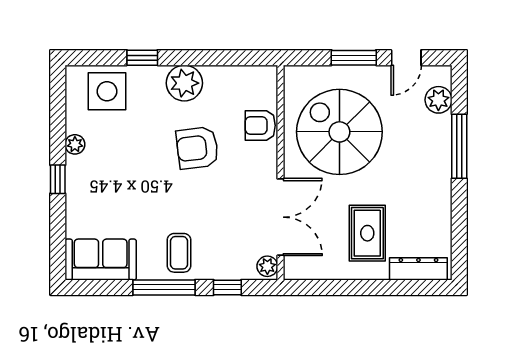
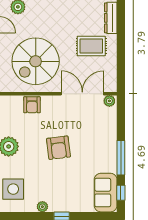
armchair: (197, 148) -> (58, 148), moved
coffee table: (179, 253) -> (102, 149), removed
window: (227, 287) -> (121, 193), moved

